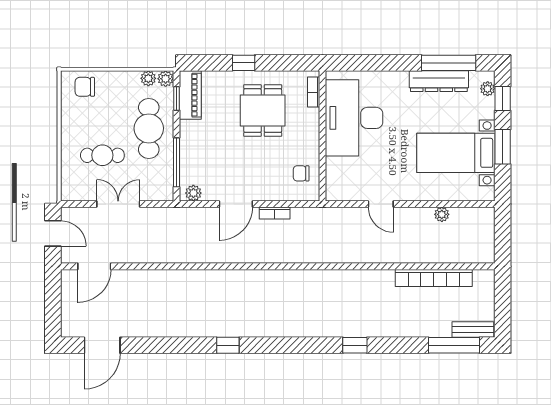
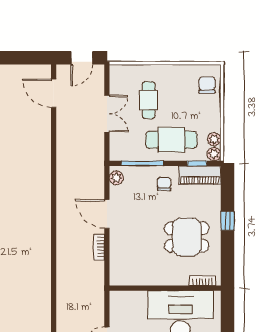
chair: (301, 173) -> (164, 184), moved

